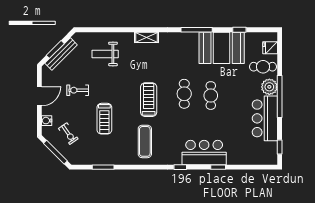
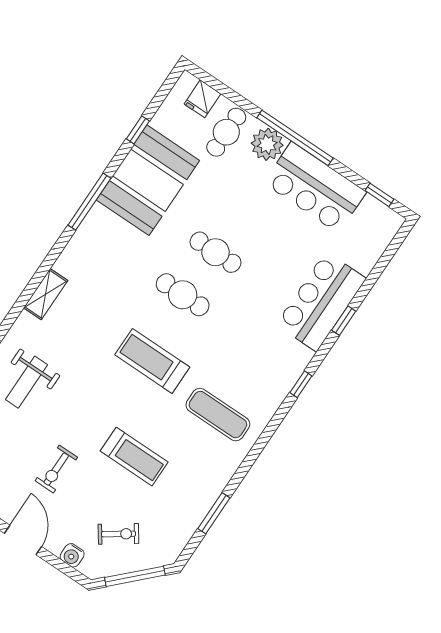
bar counter: (204, 153) -> (321, 302), moved

